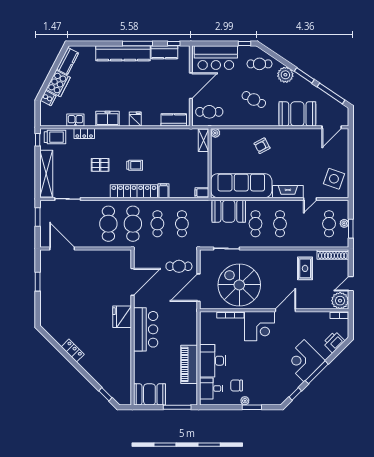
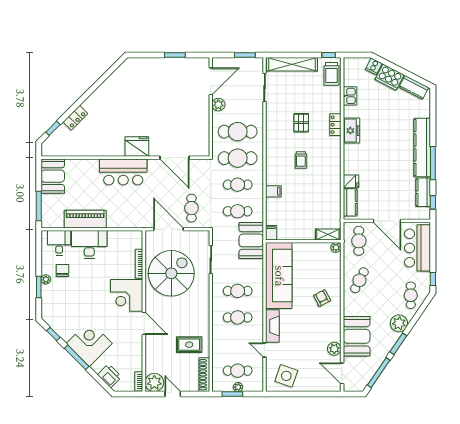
cafe table: (254, 100) -> (359, 280), moved
fridge: (135, 119) -> (351, 181), moved
locker: (84, 133) -> (335, 125), moved
plant: (309, 134) -> (334, 349), added
locker: (134, 191) -> (273, 159), removed
booth: (229, 211) -> (251, 240), moved
plant: (83, 241) -> (218, 105), added
locker: (73, 351) -> (75, 118), moved

